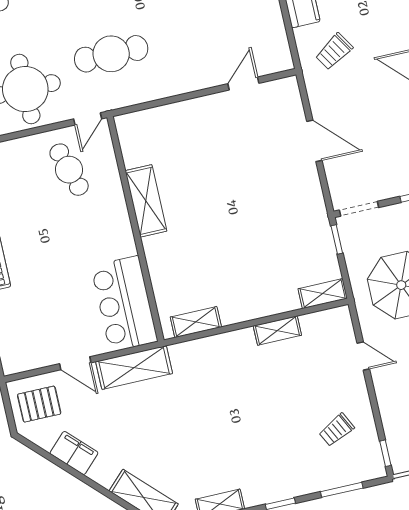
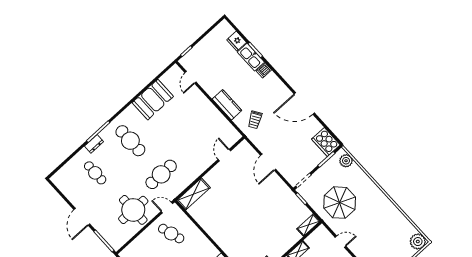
door: (88, 119) -> (167, 208), swing flipped
door: (314, 141) -> (268, 162), swing flipped
shelving: (146, 201) -> (194, 194), moved, turned 90

